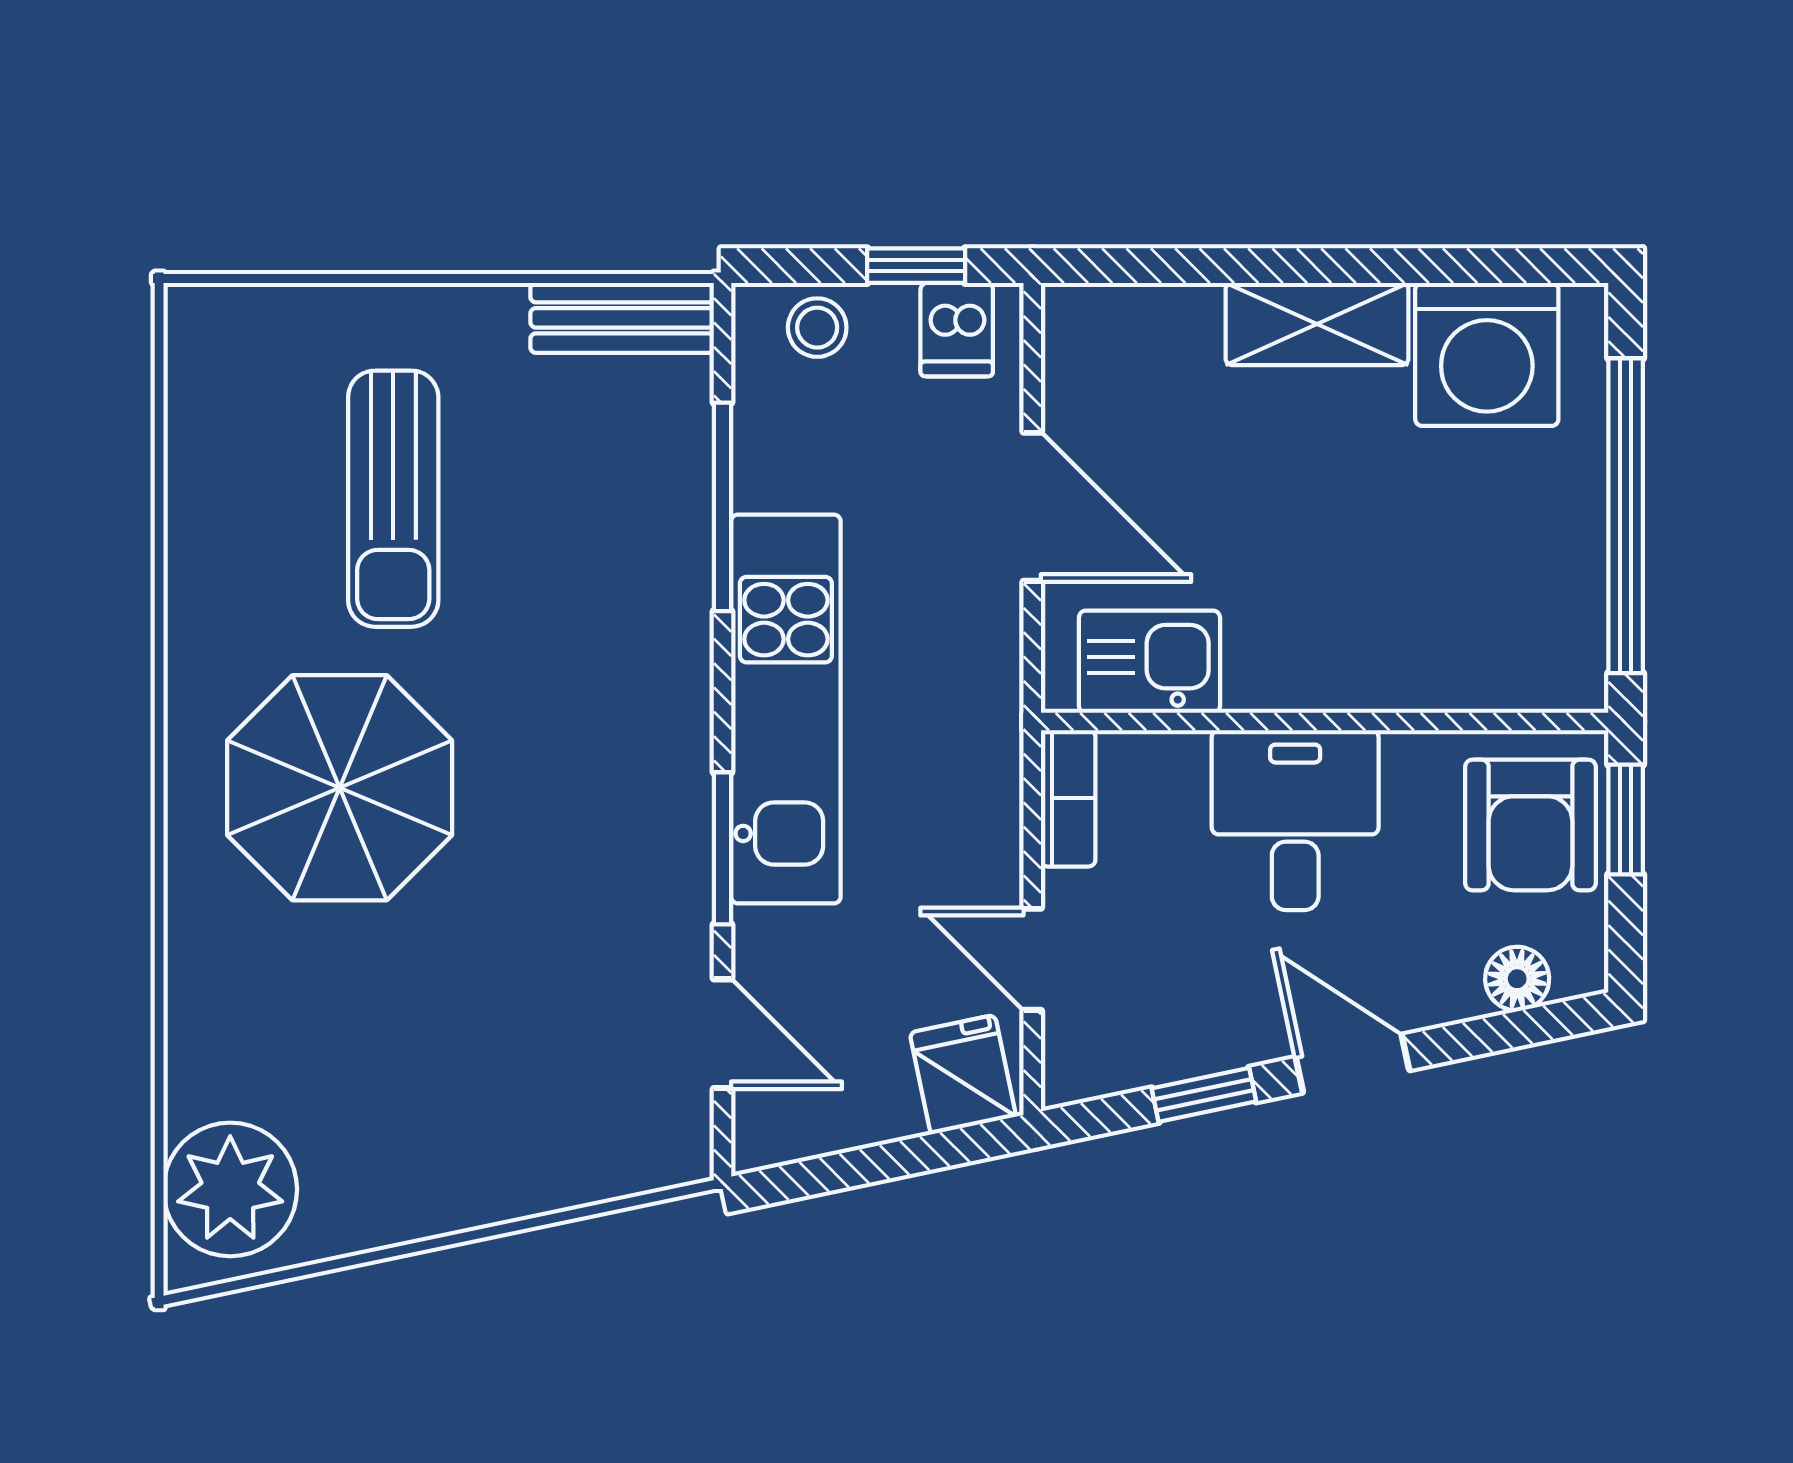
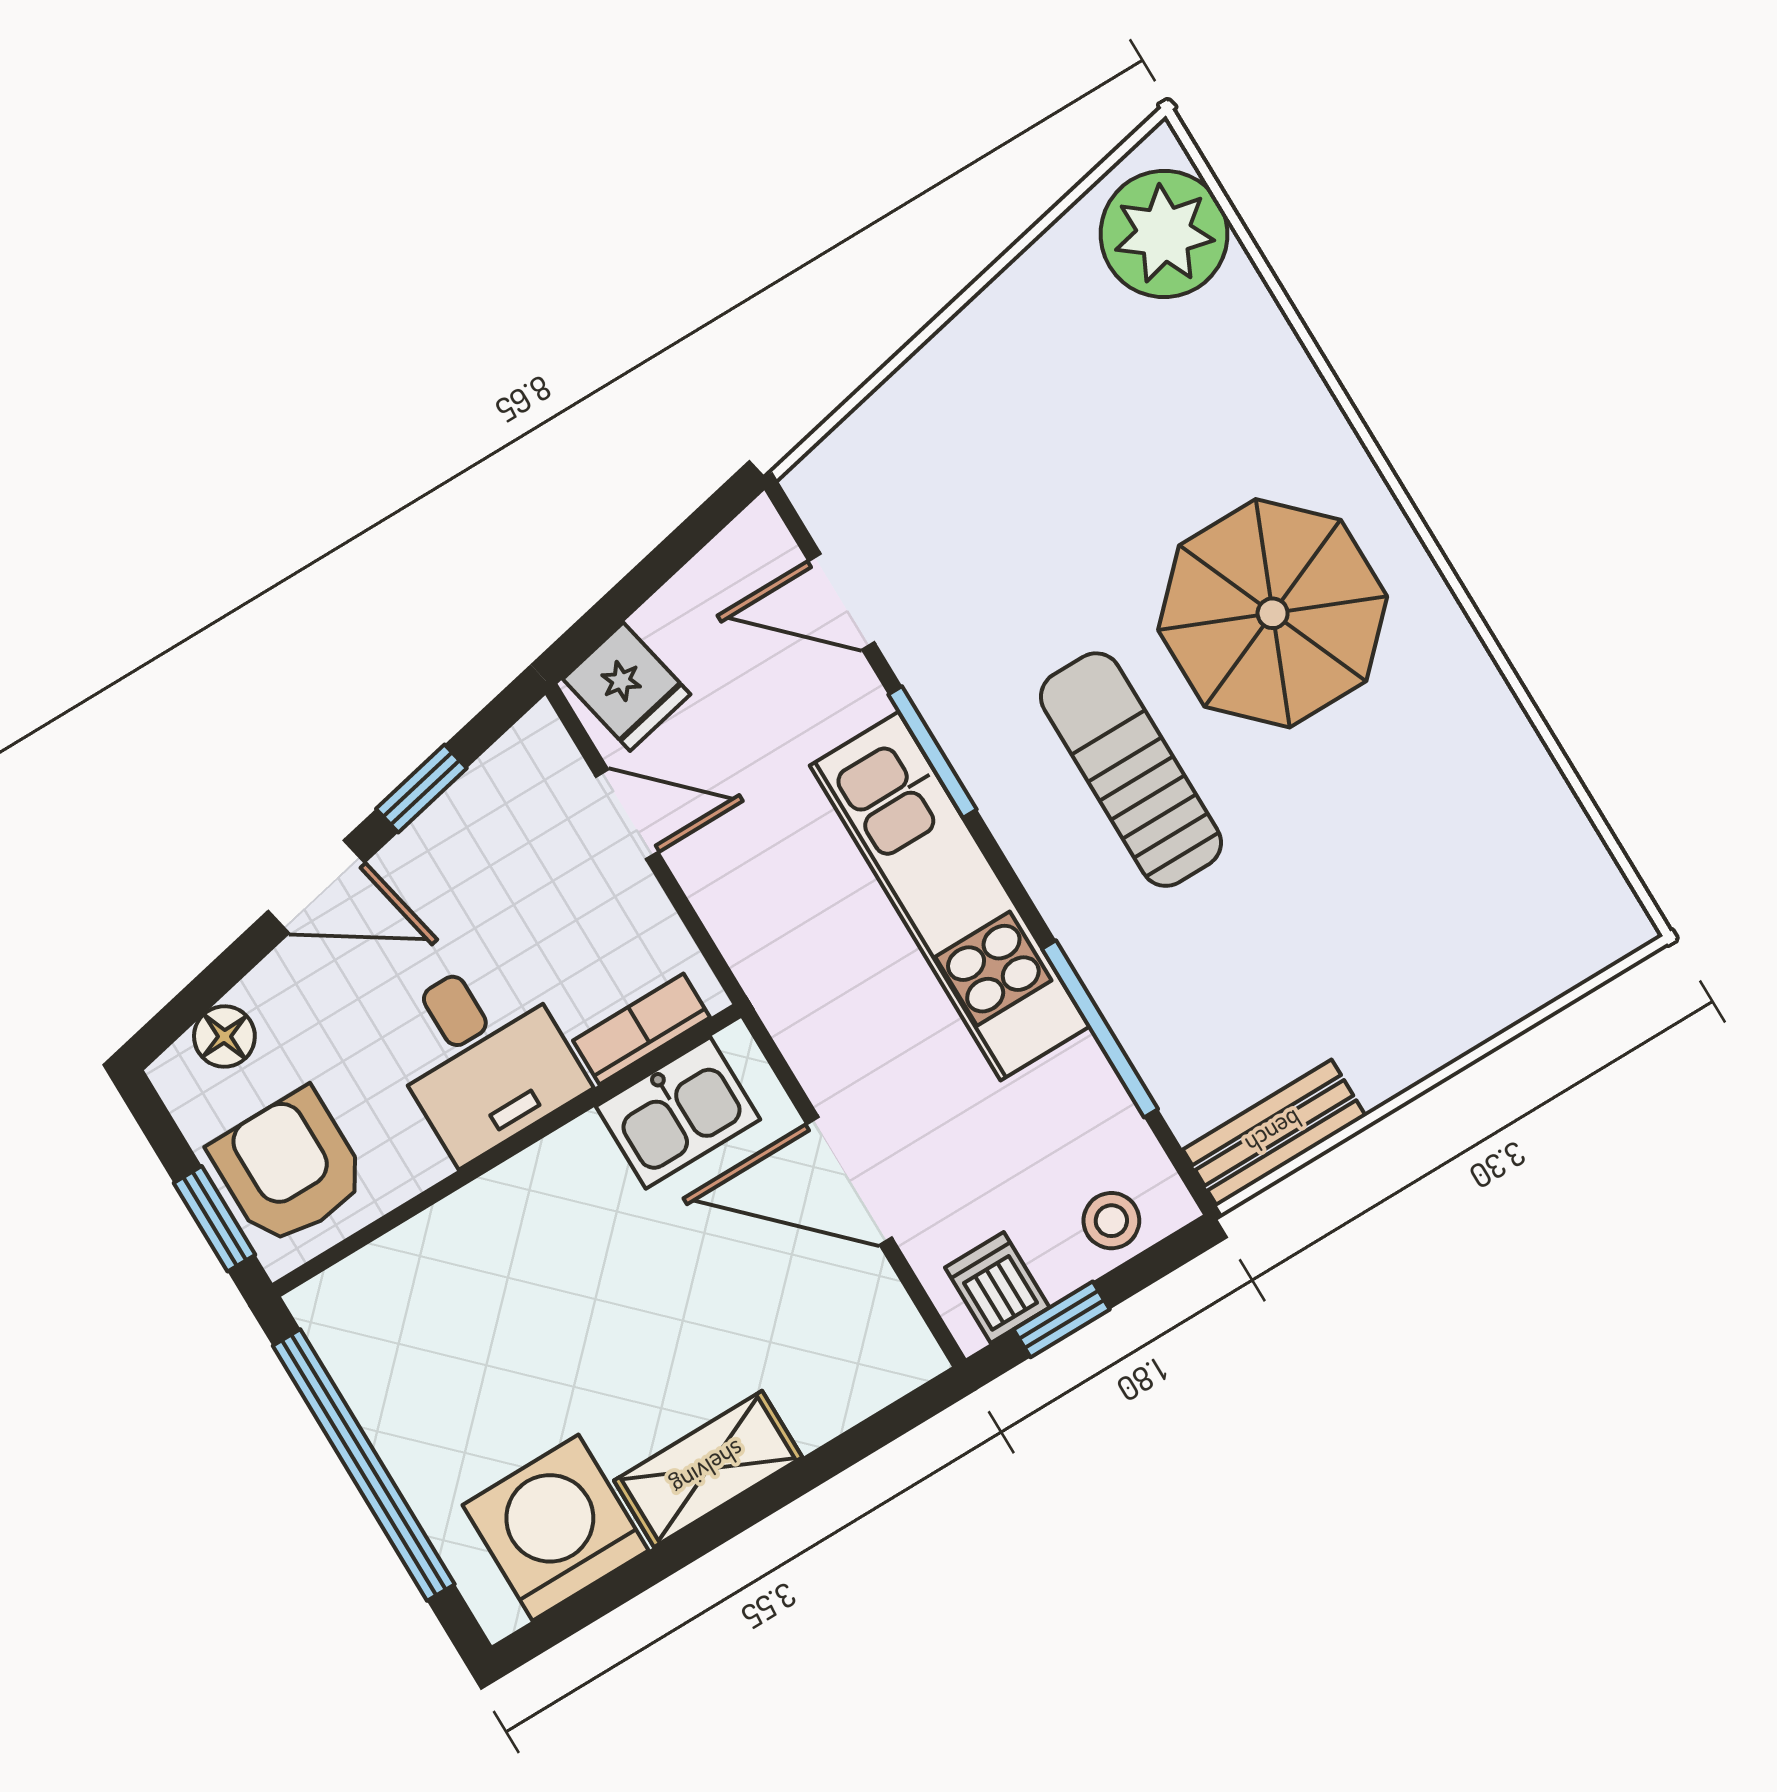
sun lounger: (393, 499) -> (1131, 770), moved
bookcase: (1068, 798) -> (641, 1029), moved, turned 90

